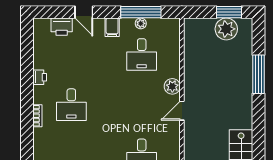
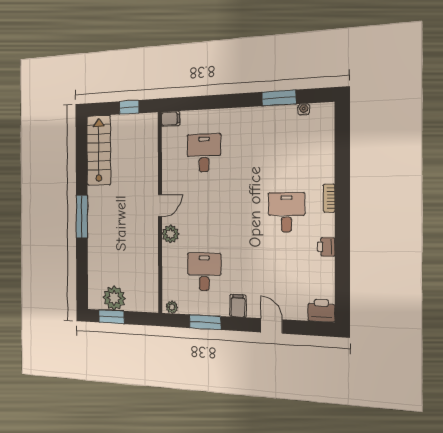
window: (141, 12) -> (205, 322), width x0.69
plant: (141, 23) -> (172, 307), moved
printer: (62, 27) -> (321, 310), moved
window: (259, 74) -> (82, 217), moved

